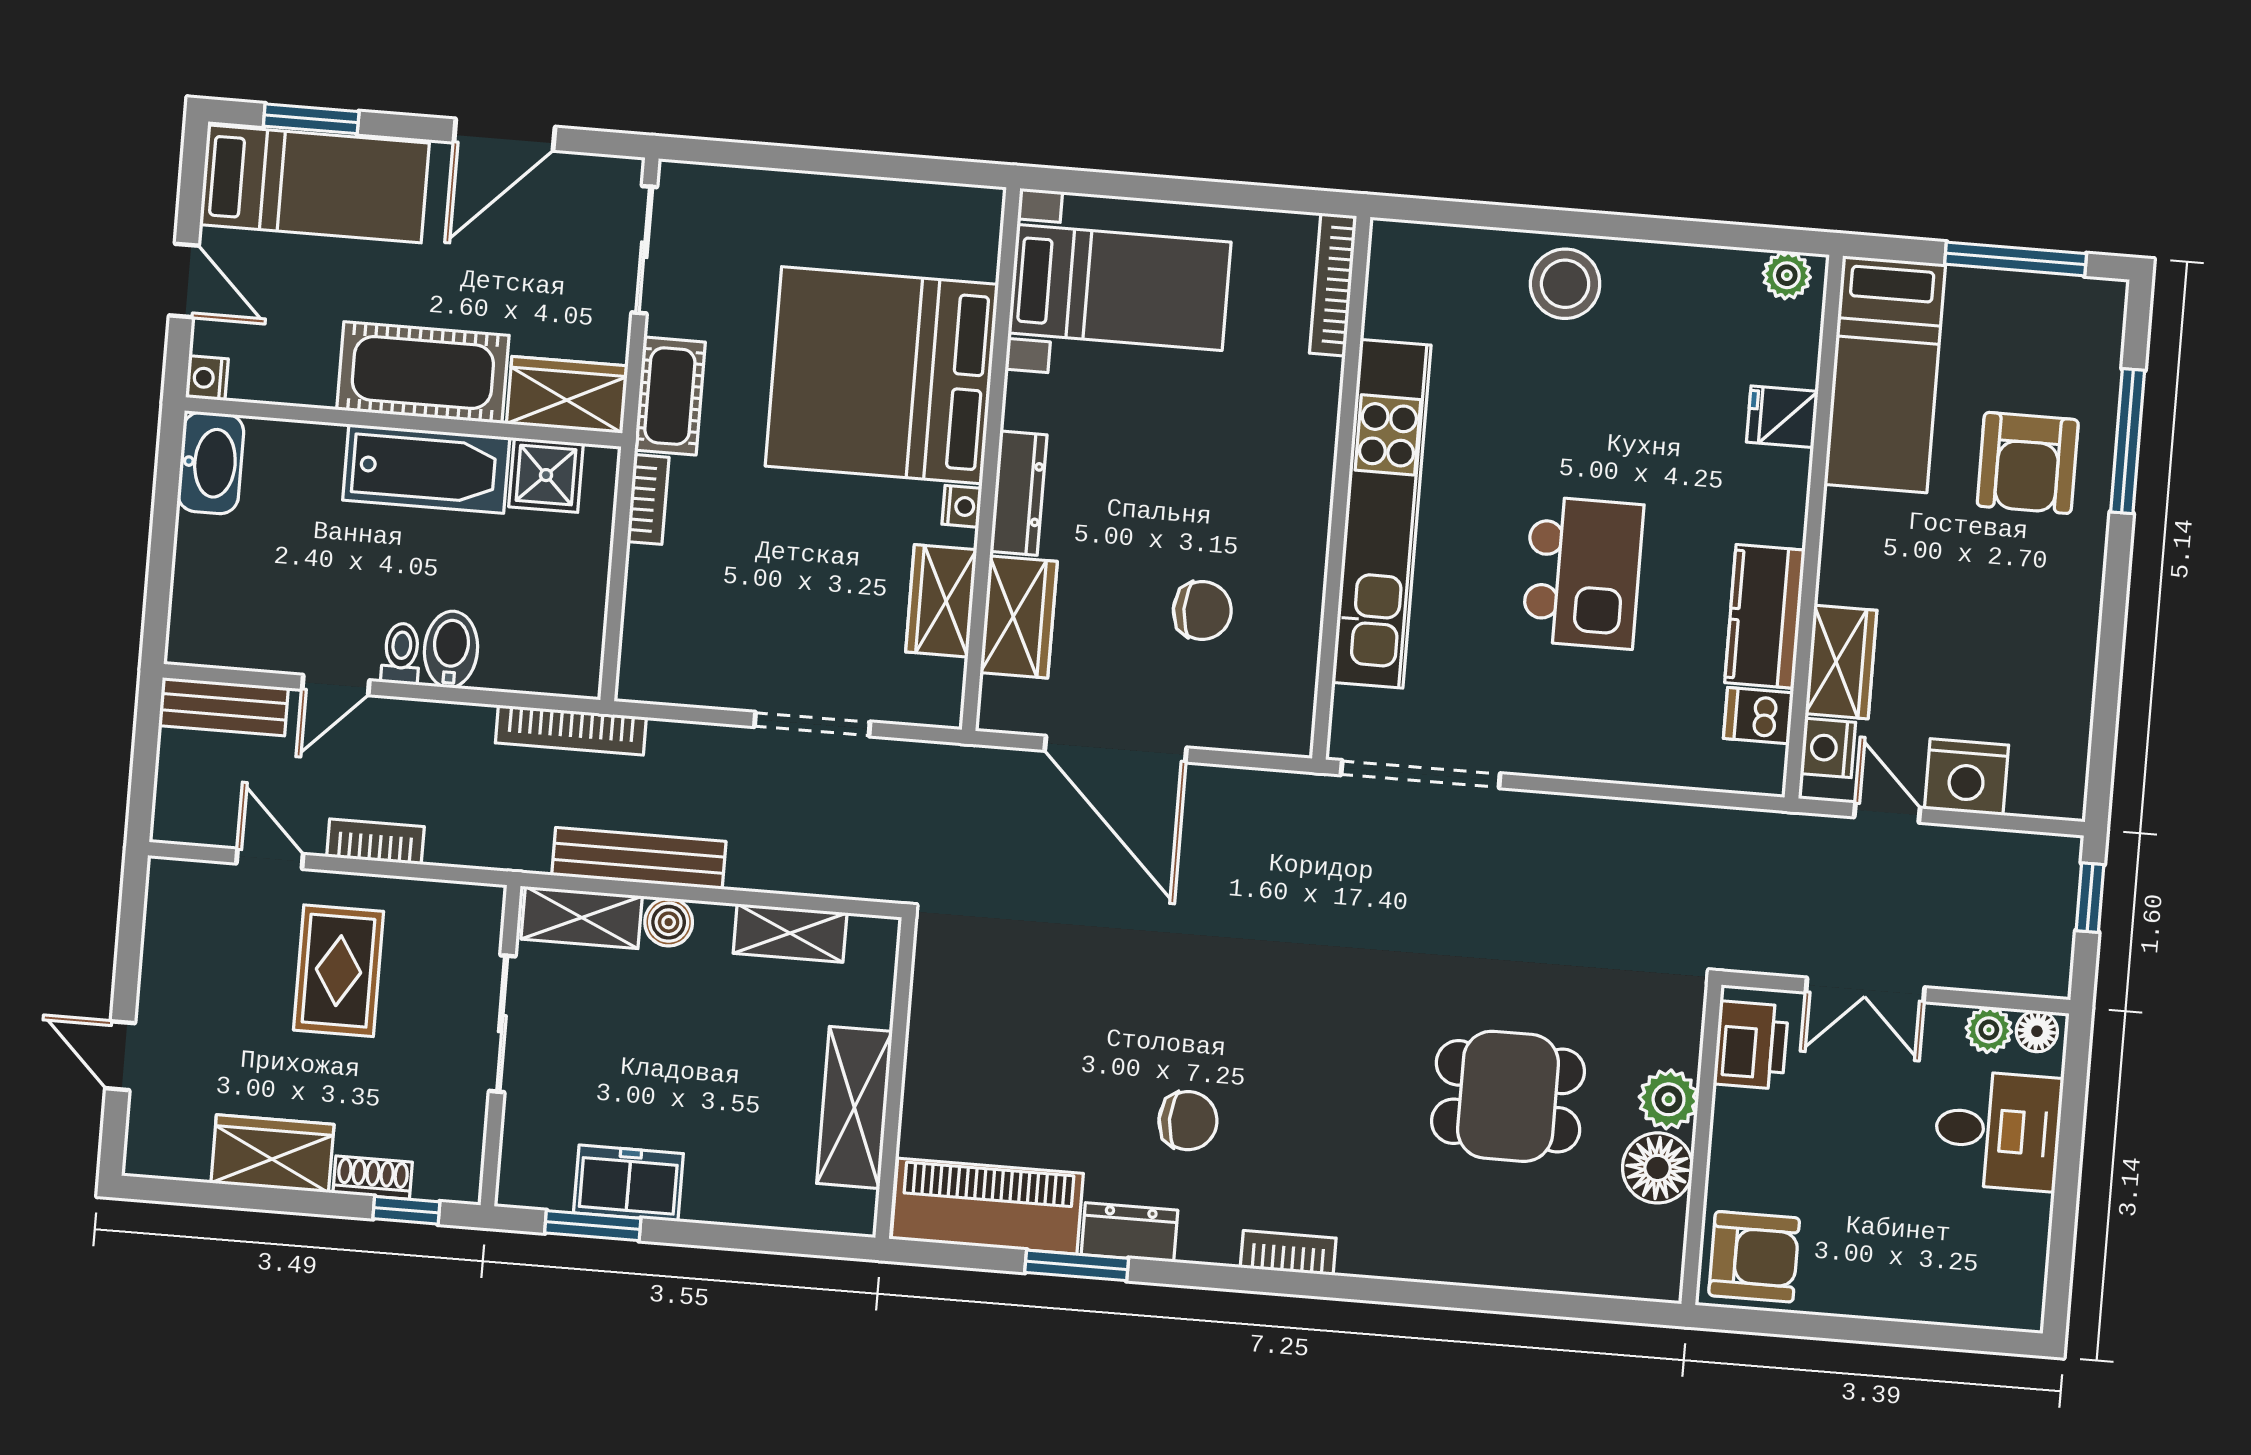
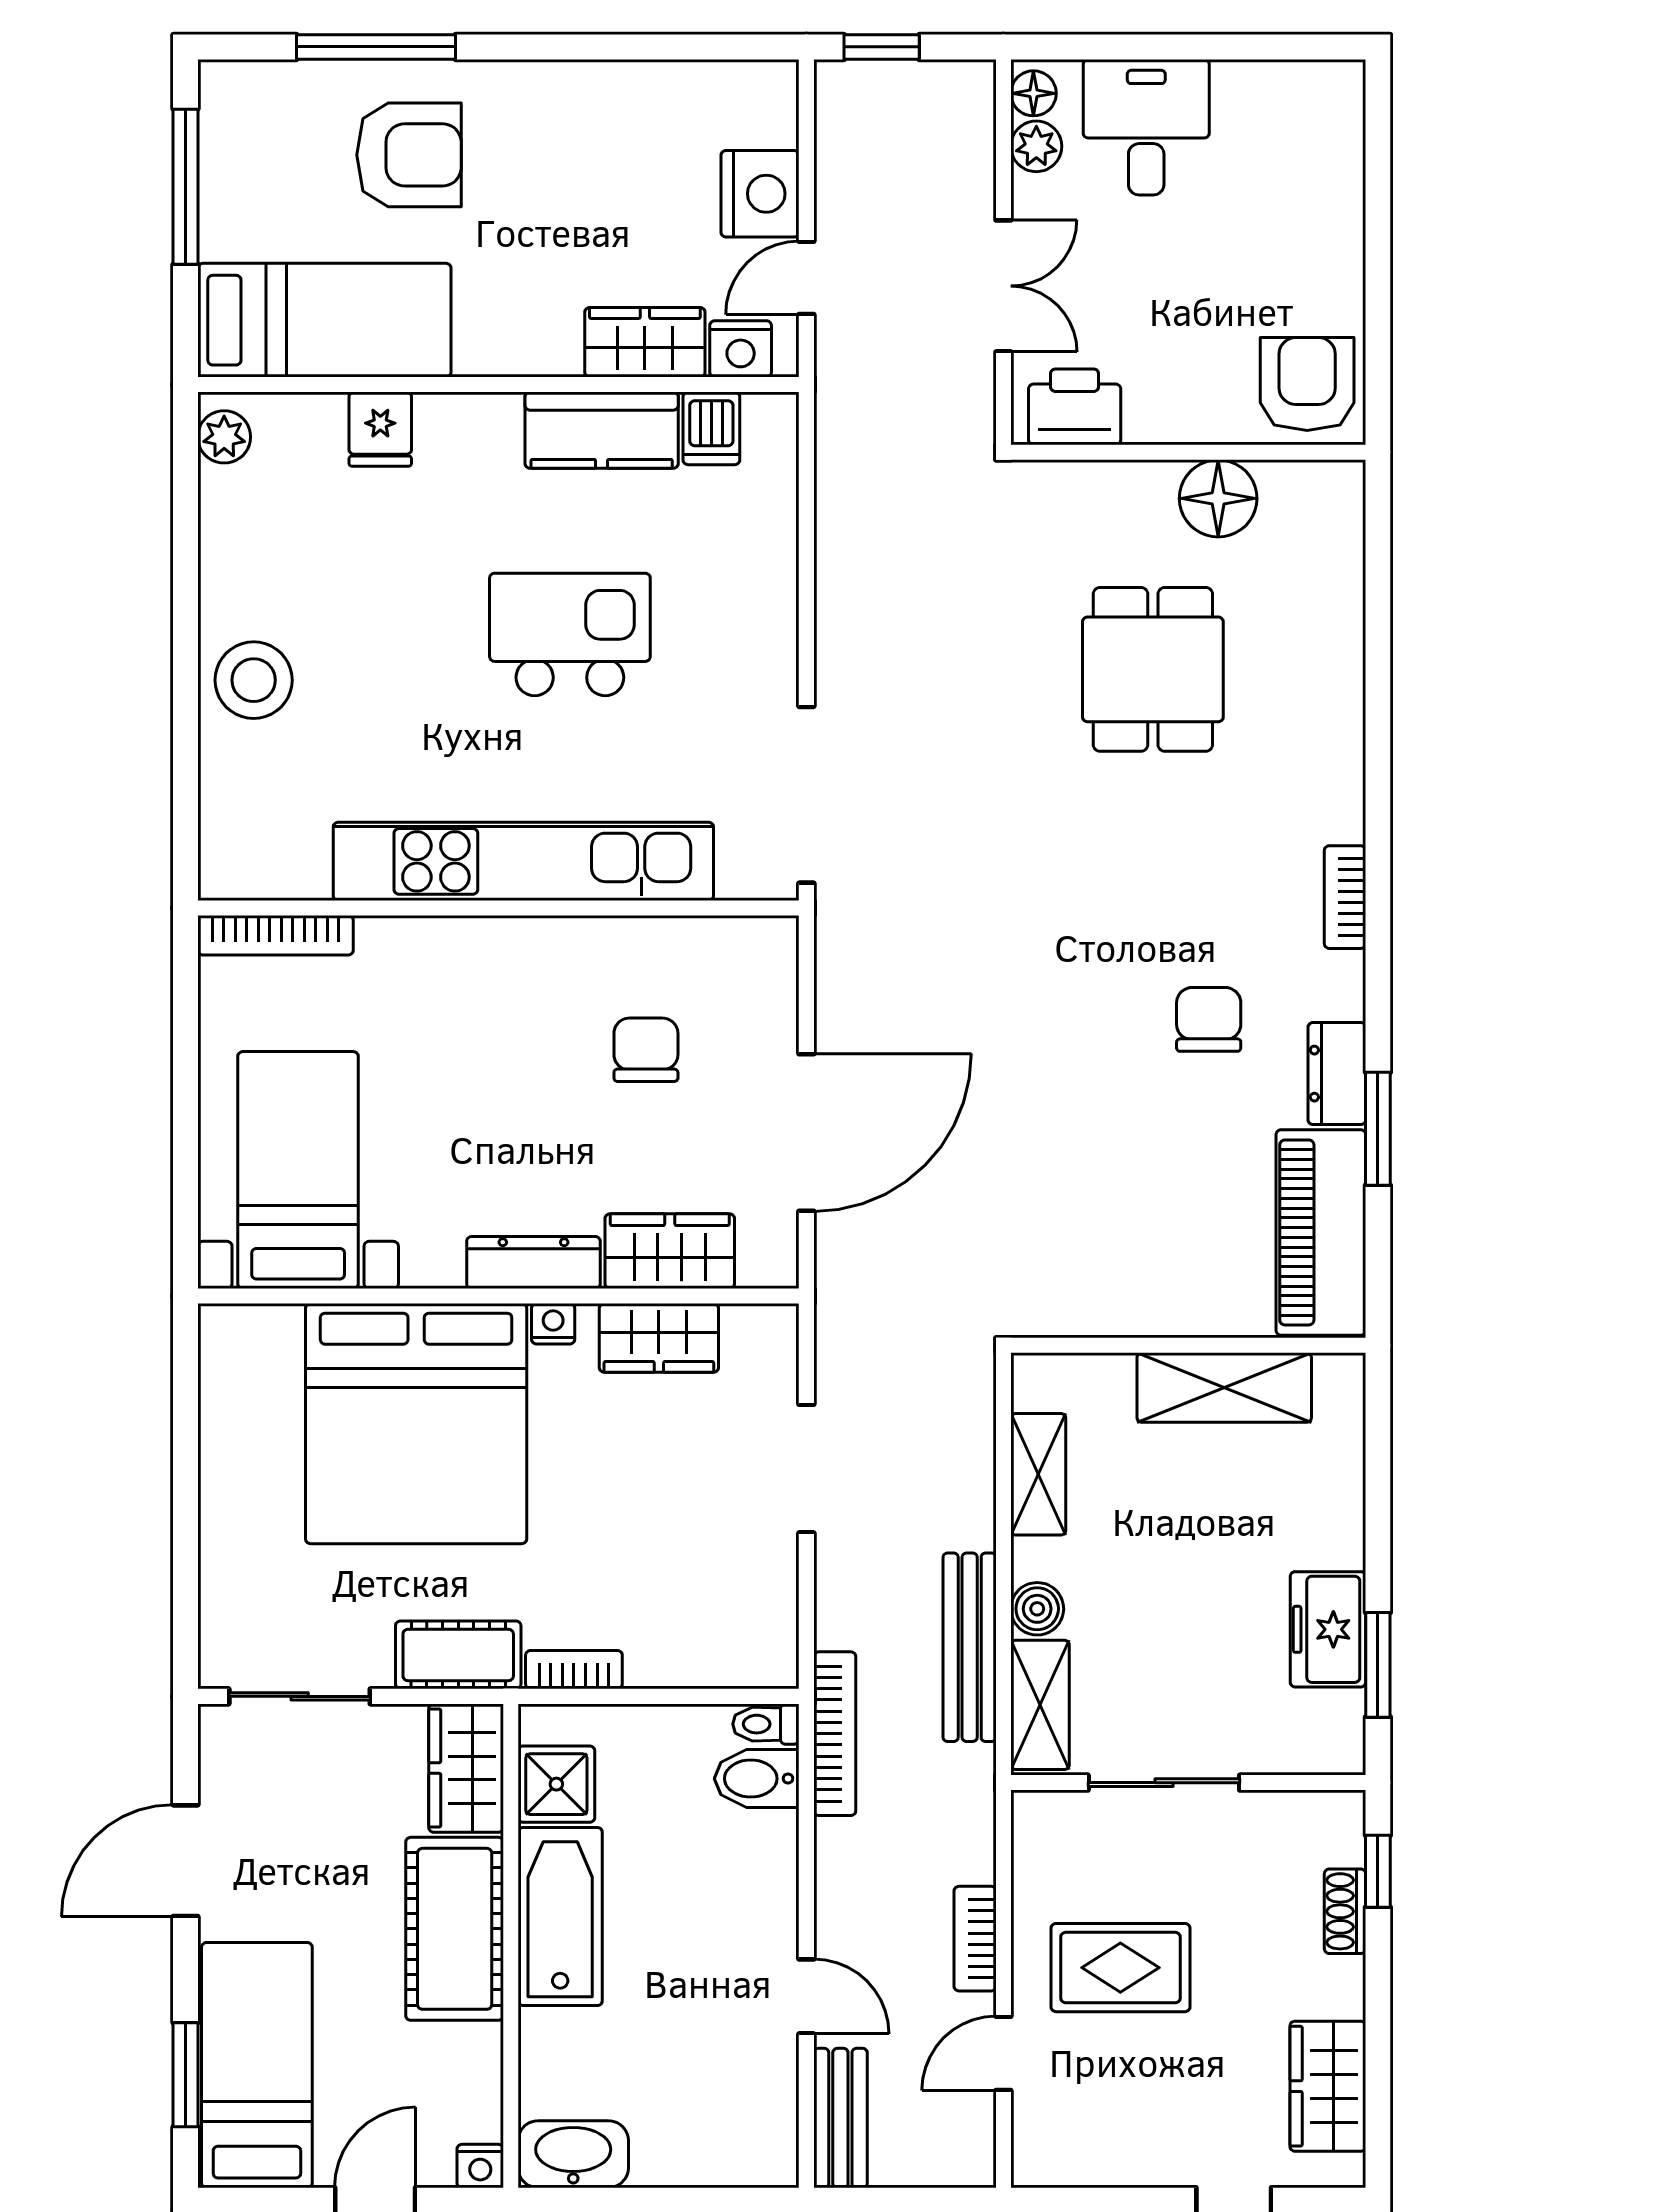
door: (504, 135) -> (186, 1861), swing flipped
bidet: (451, 649) -> (757, 1779), moved
toilet: (401, 654) -> (766, 1724), moved
plant: (1669, 1099) -> (1142, 492), removed
wardrobe: (272, 1154) -> (1328, 2086), moved

